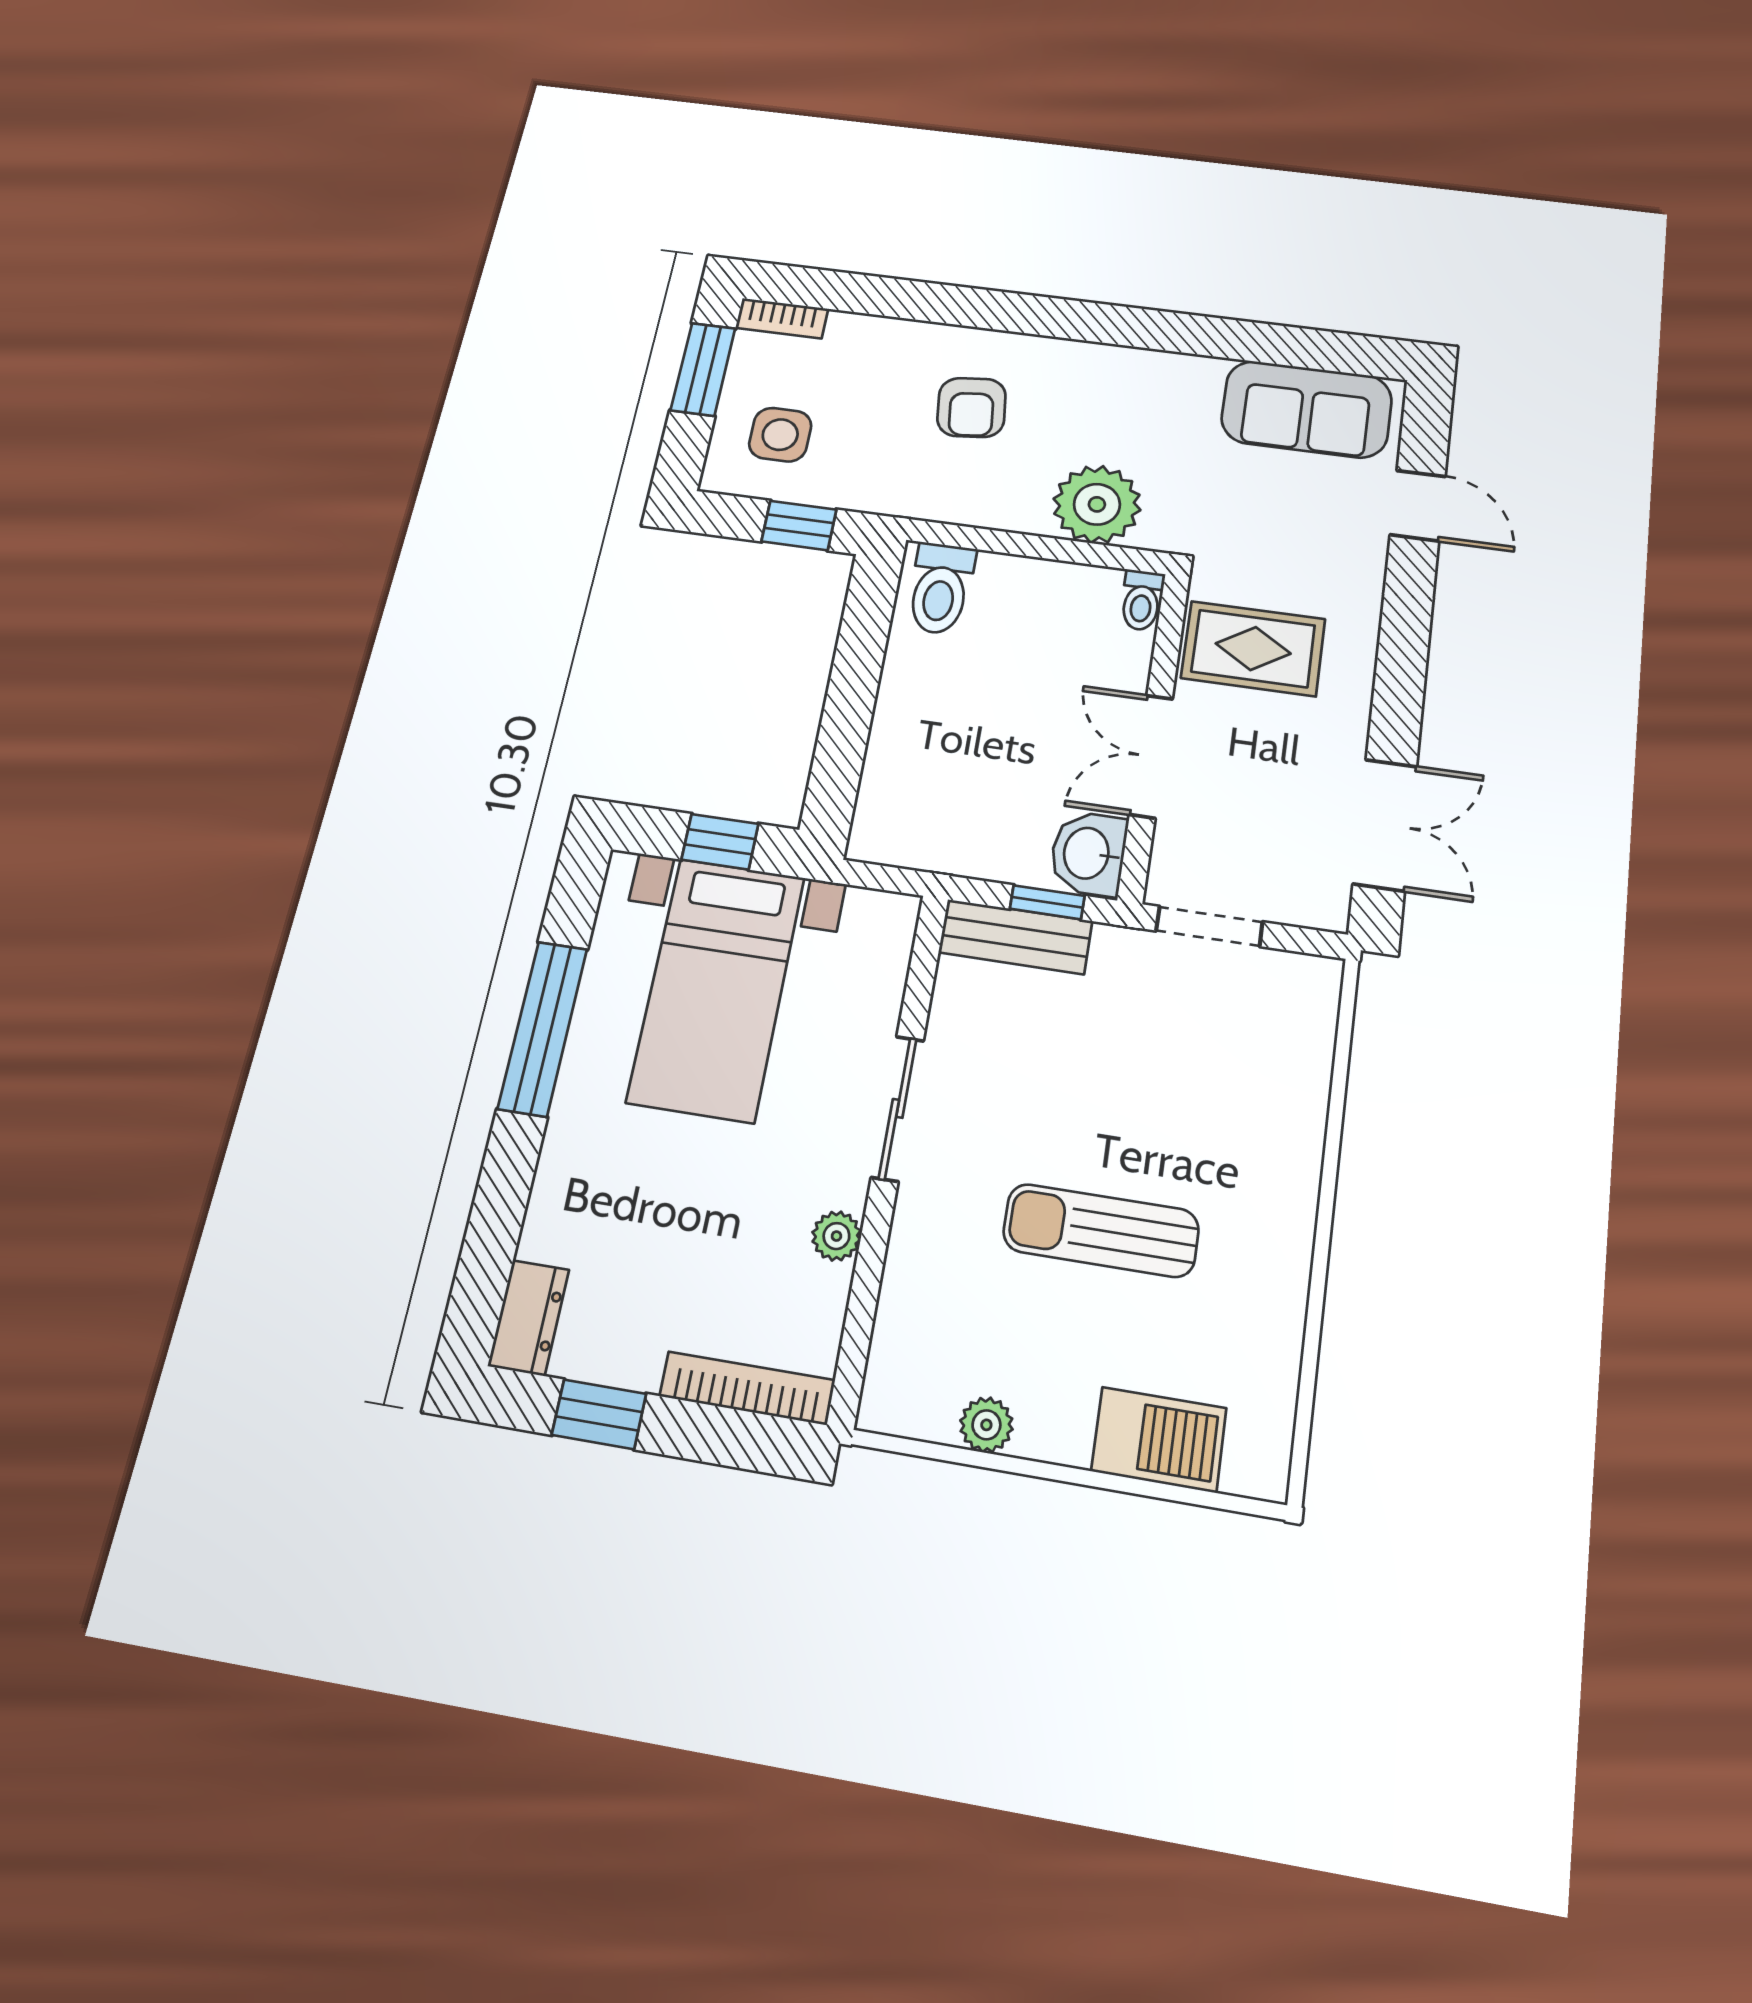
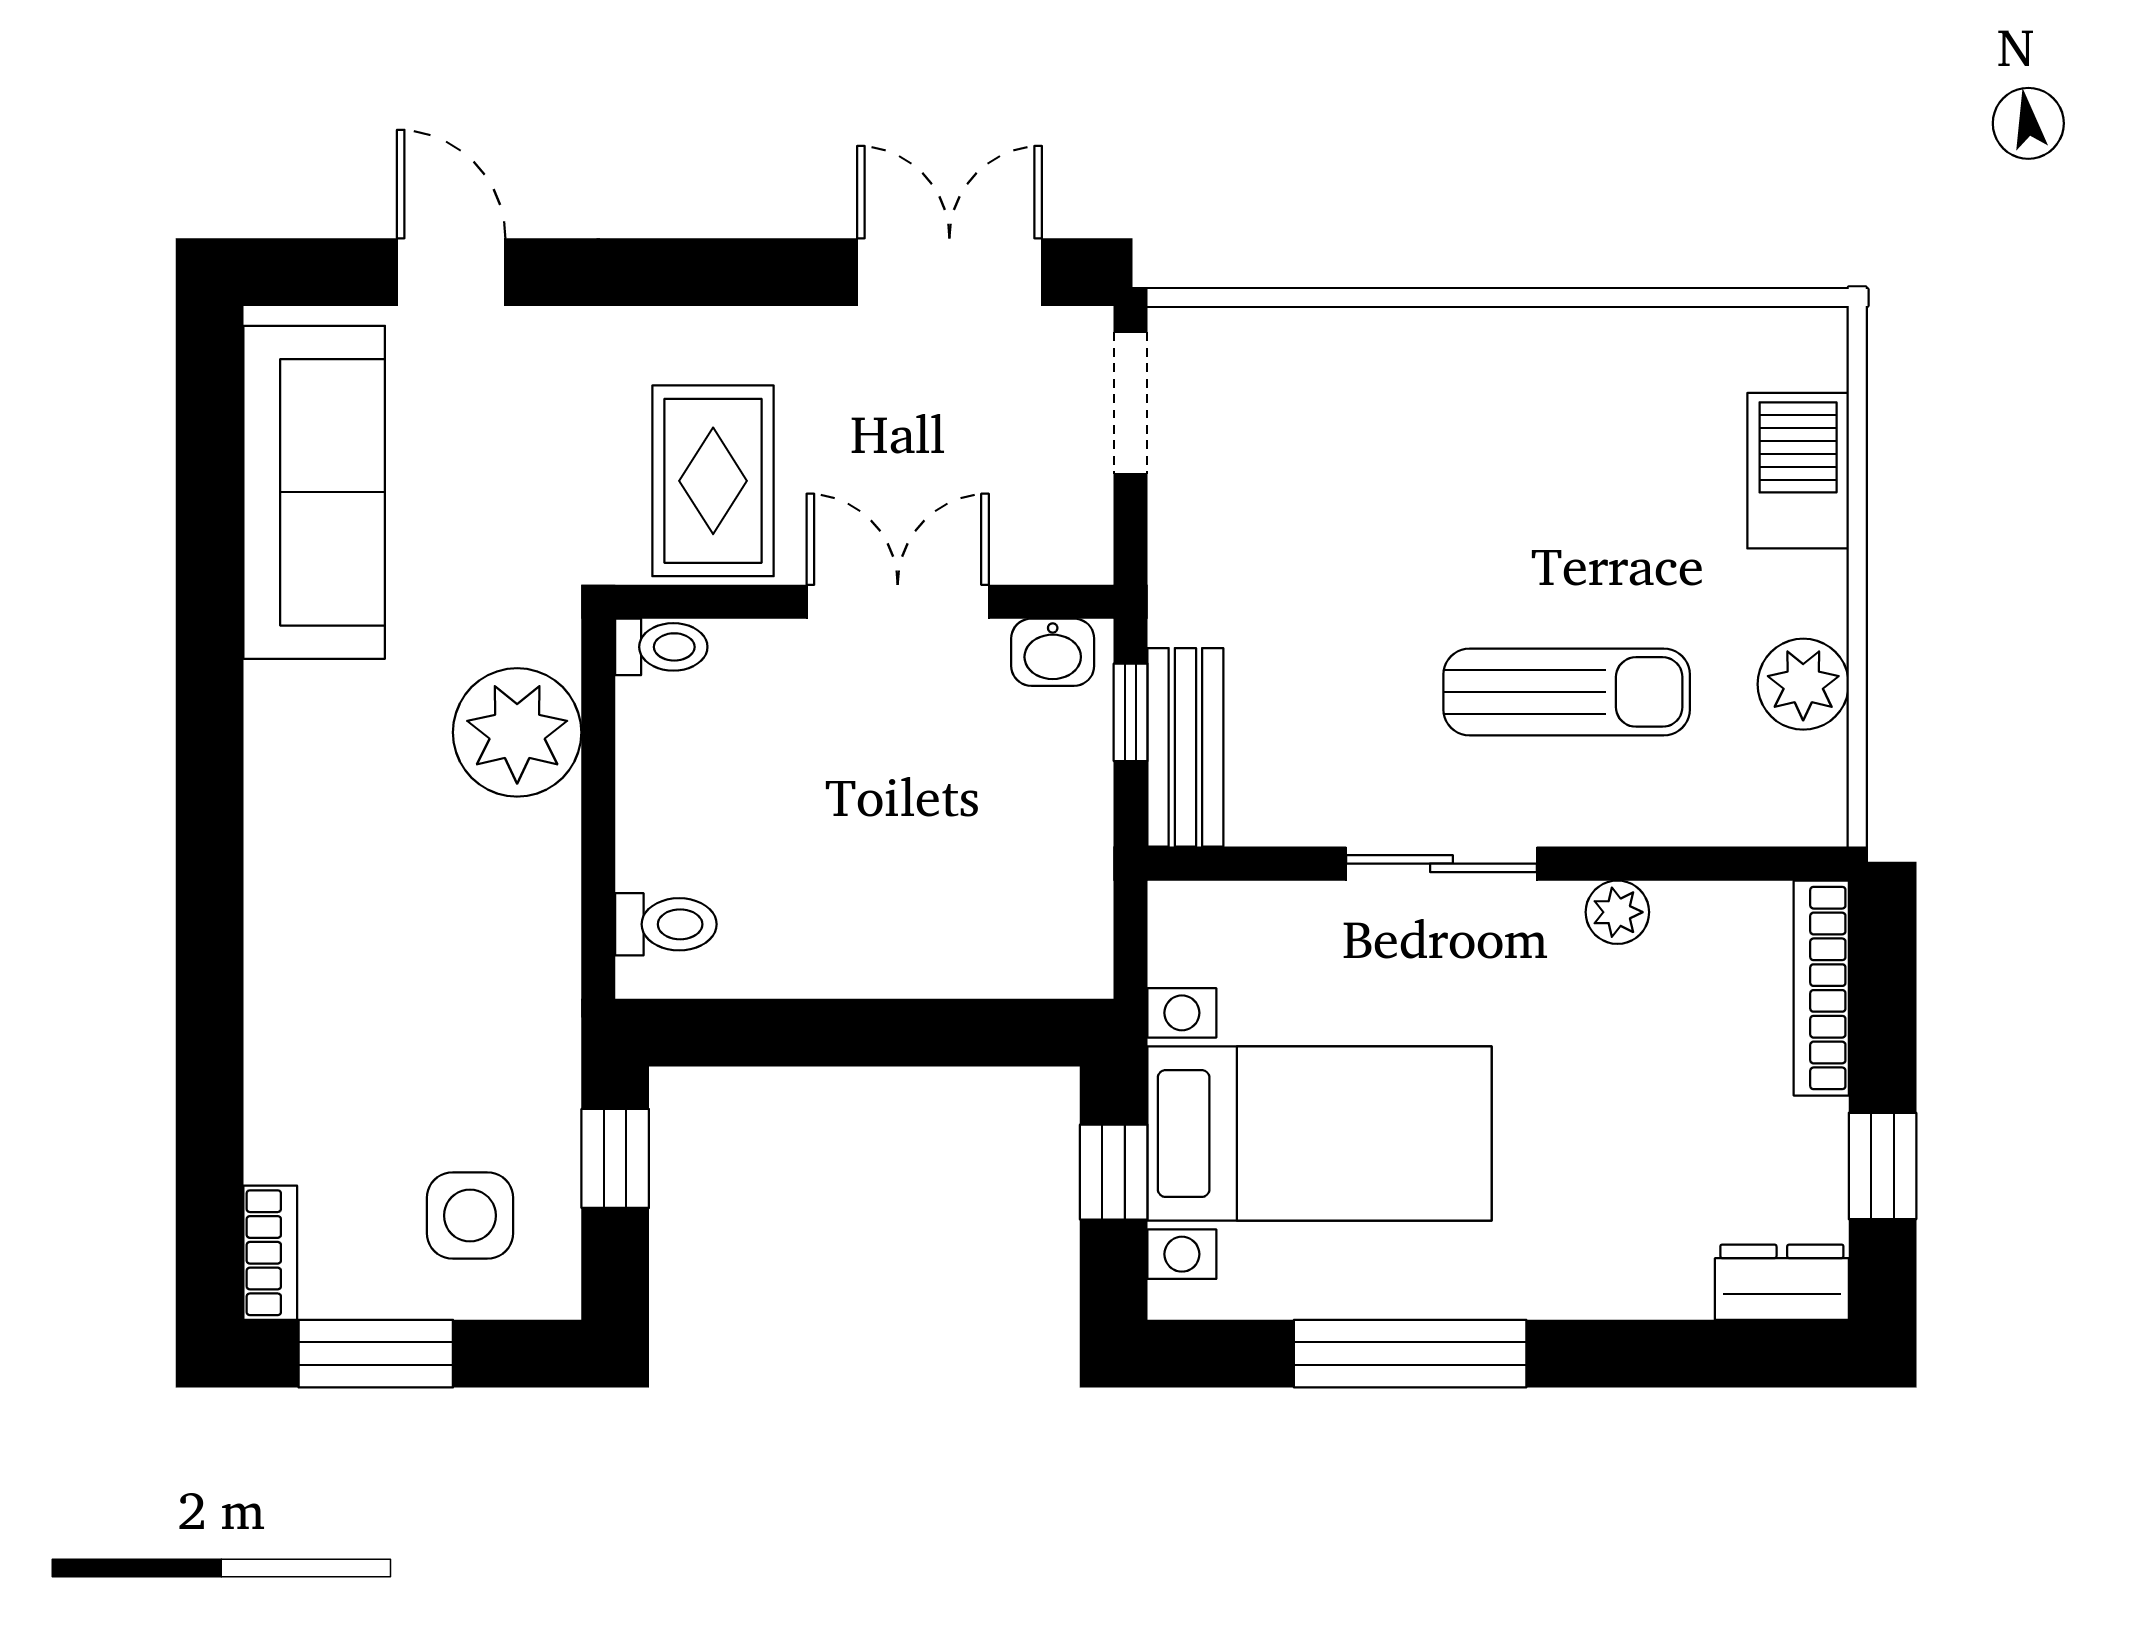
armchair: (972, 407) -> (383, 941), removed
sofa: (1307, 409) -> (314, 492), width x1.36
door: (1418, 506) -> (451, 272), hinge flipped
toilet: (940, 588) -> (666, 924), width x0.73, depth x0.72
double door: (1151, 756) -> (898, 602), swing flipped
washbasin: (1088, 853) -> (1053, 652), width x0.72, depth x0.69
doorway: (1209, 926) -> (1131, 403), moved
sun lounger: (1101, 1230) -> (1567, 692), moved, turned -90
plant: (986, 1425) -> (1803, 684), width x1.38, depth x1.38

